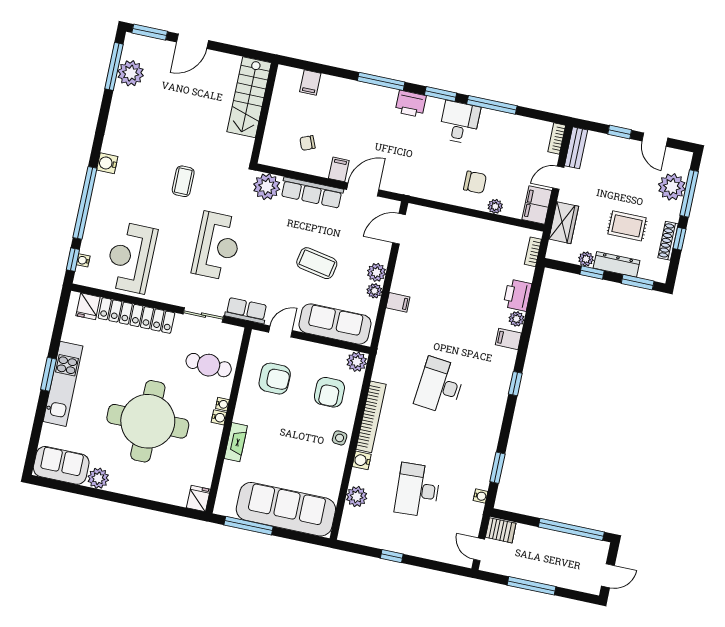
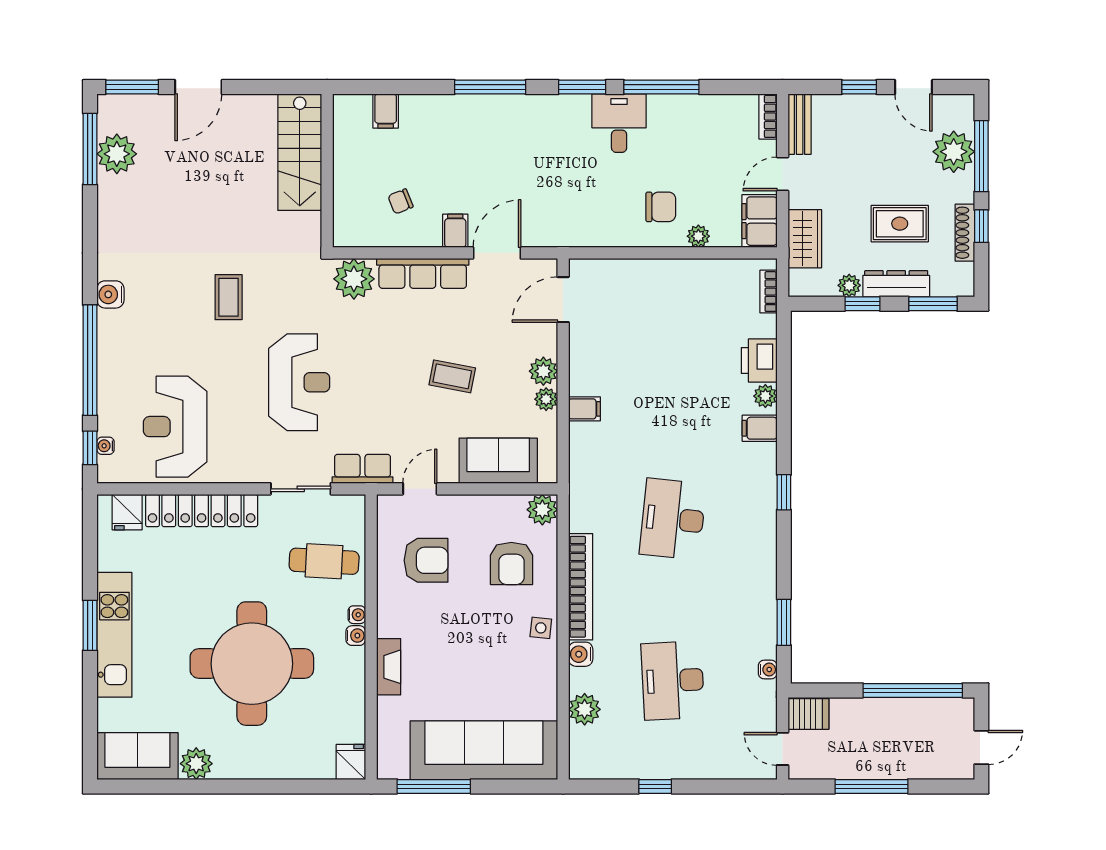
printer: (411, 104) -> (541, 111), removed
coffee table: (317, 263) -> (452, 376), width x0.73, depth x0.77
sofa: (335, 324) -> (498, 461), width x0.73

